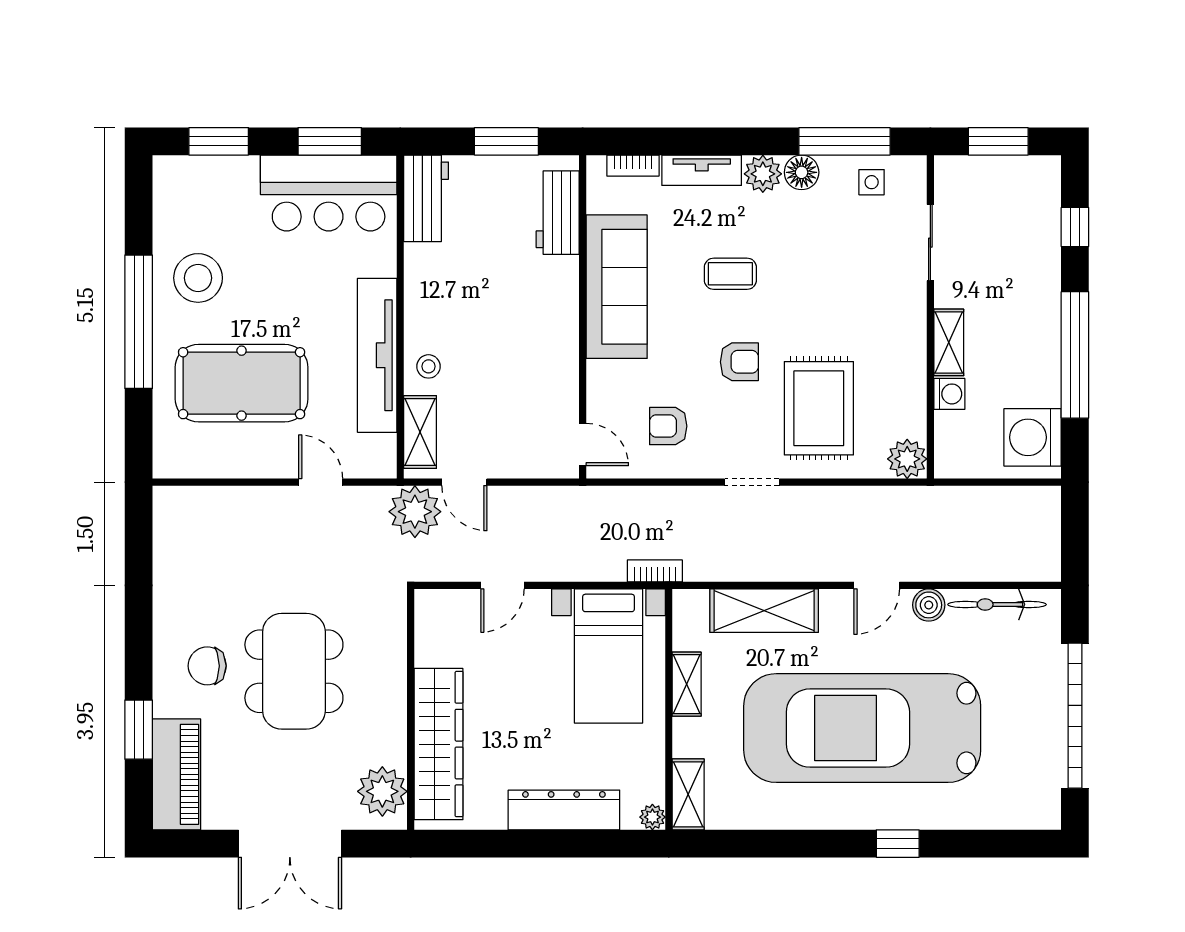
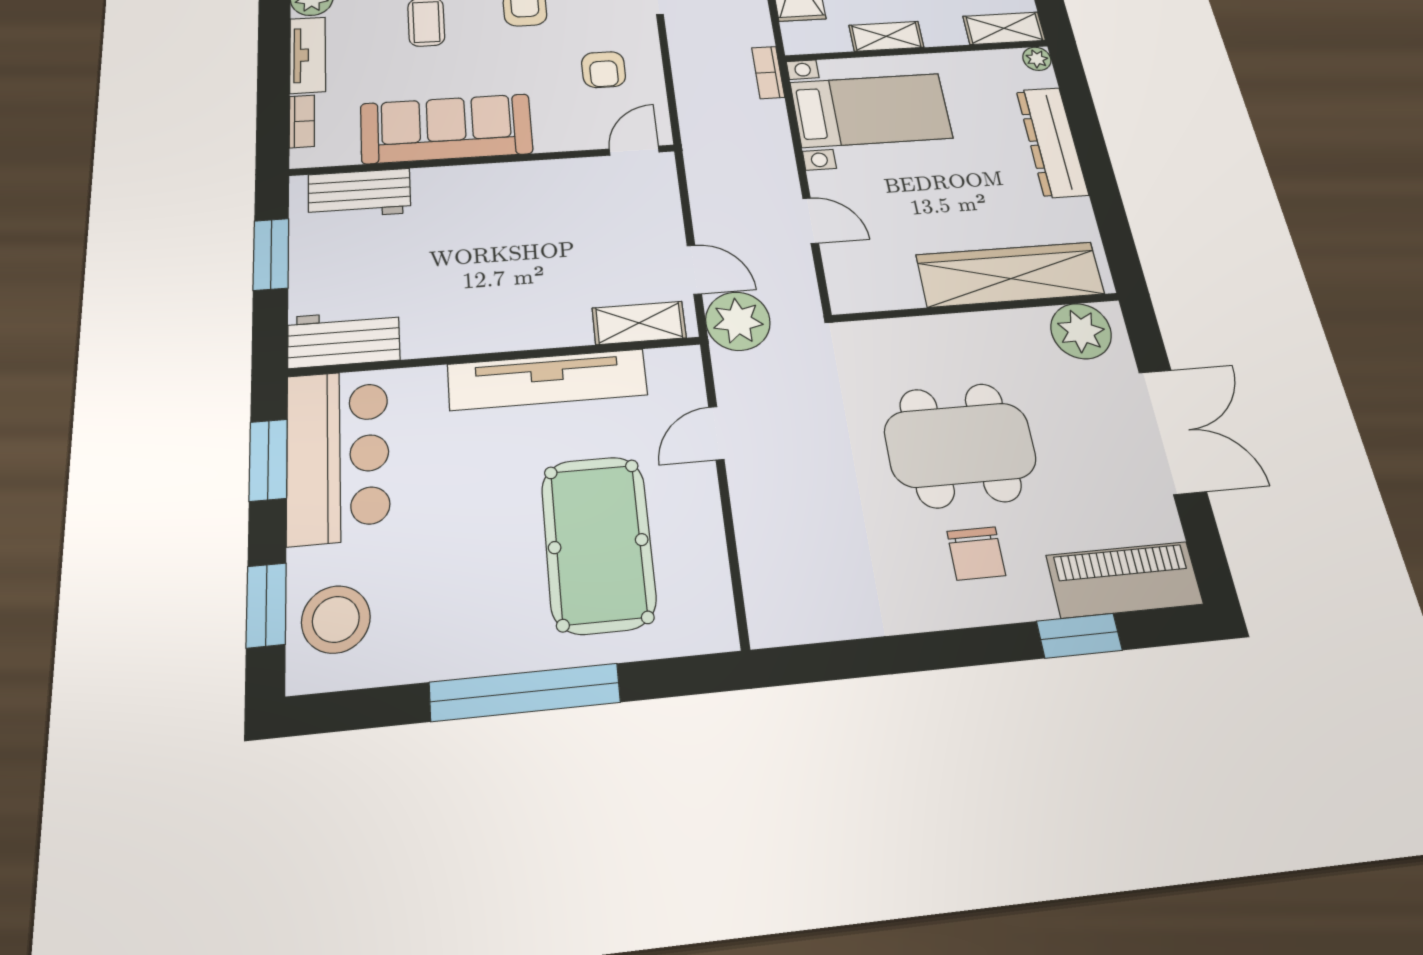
stool: (198, 278) -> (336, 619), moved
stool: (428, 366) -> (557, 320), removed
door: (464, 482) -> (694, 270), hinge flipped

